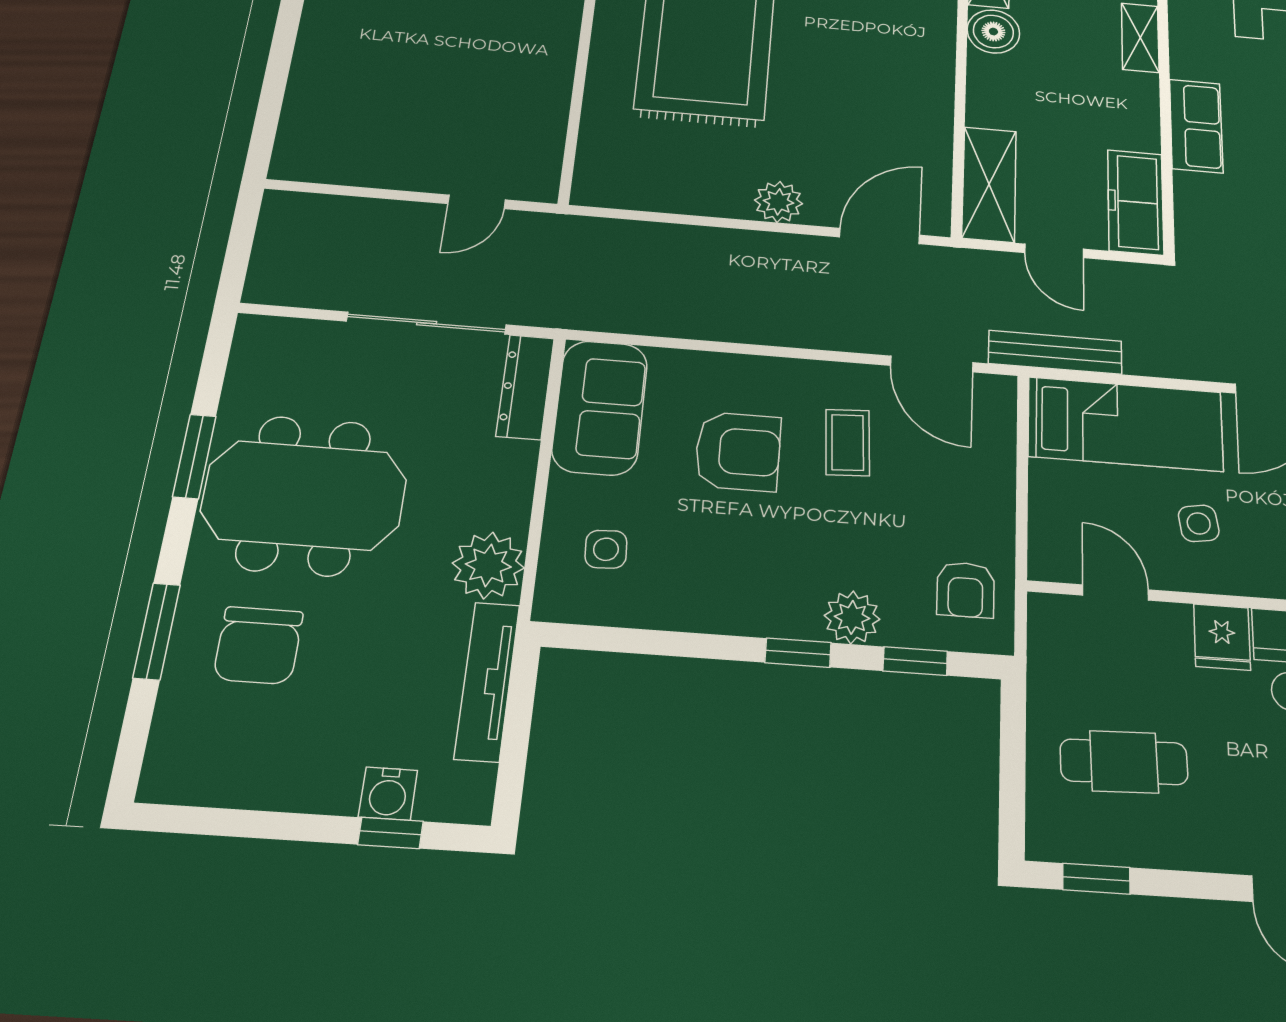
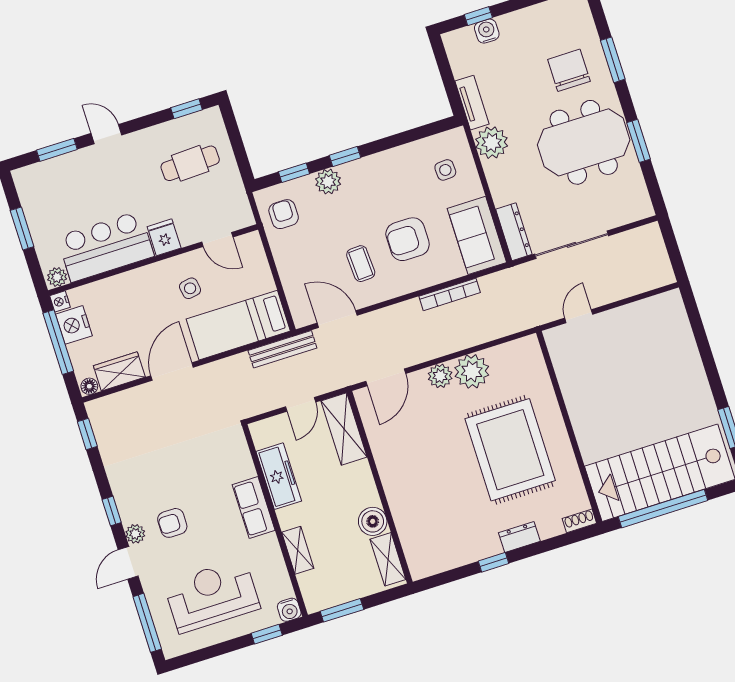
plant: (717, 188) -> (472, 371), added
freezer: (1136, 202) -> (279, 476), moved
door: (1054, 251) -> (301, 404), swing flipped
bookcase: (700, 326) -> (450, 294), added
tv unit: (487, 681) -> (472, 103), width x0.71

